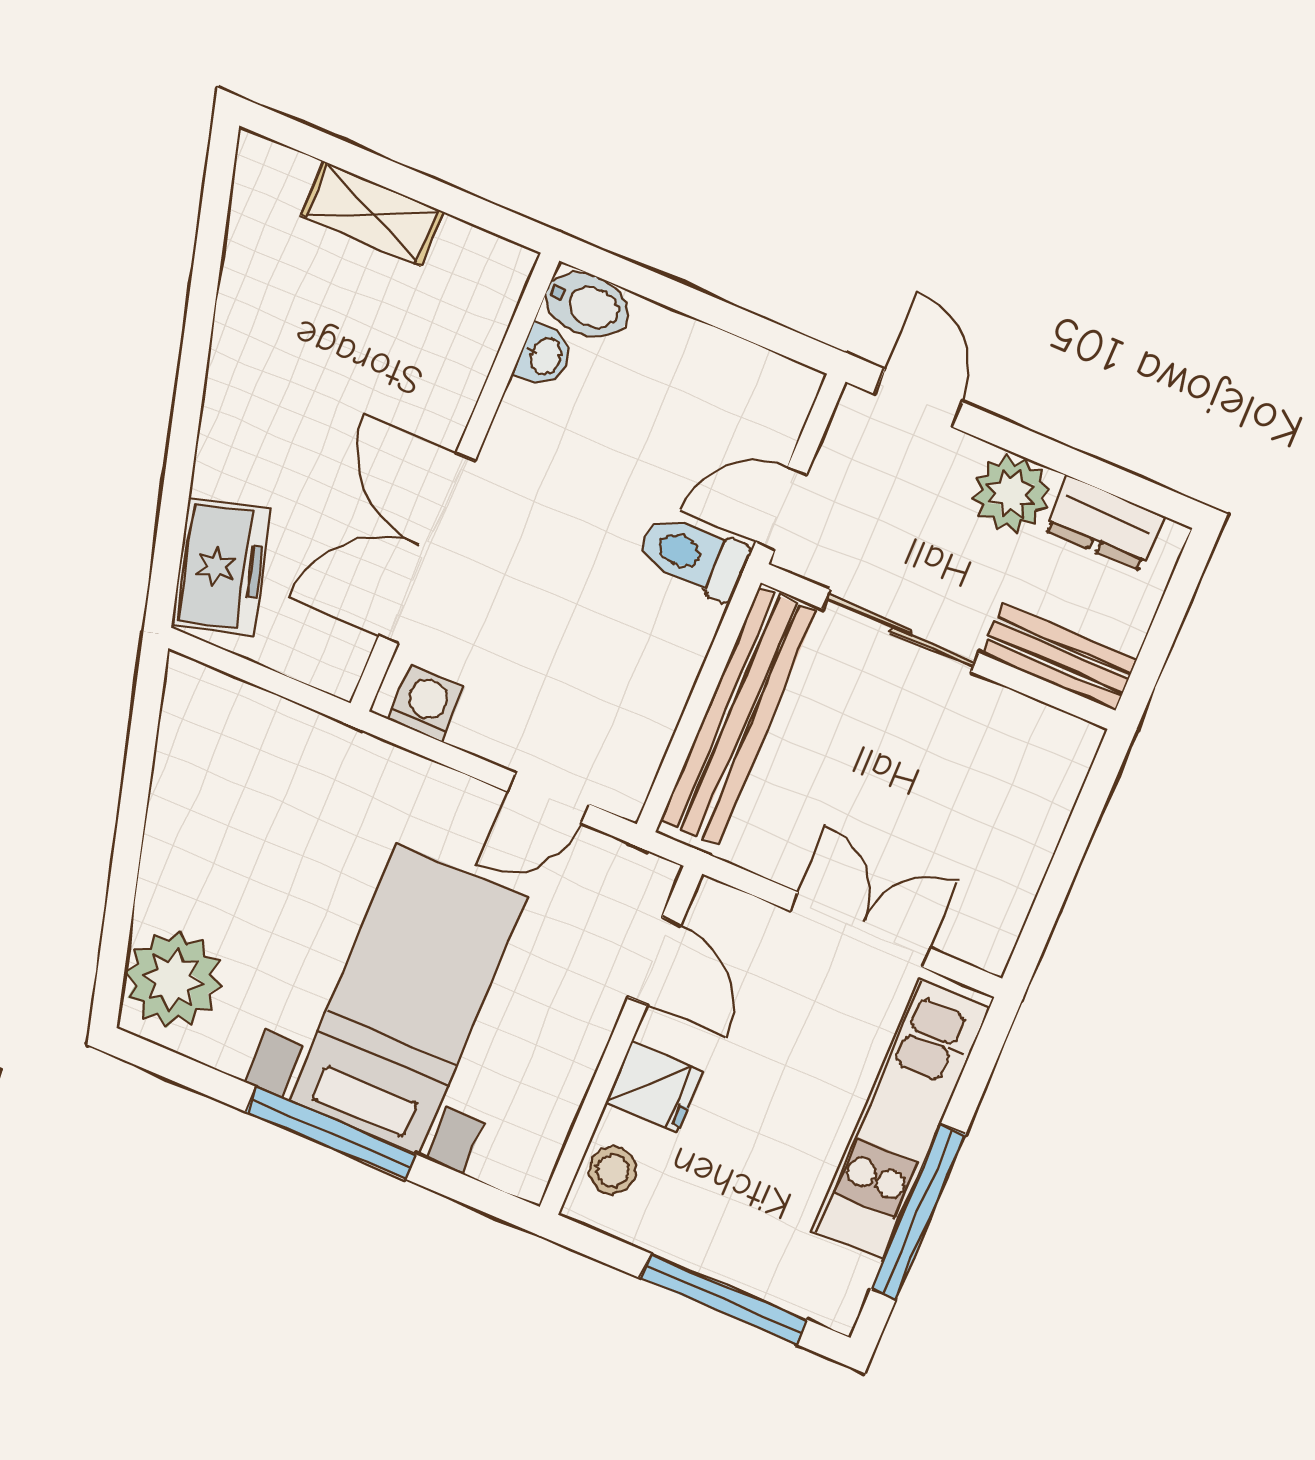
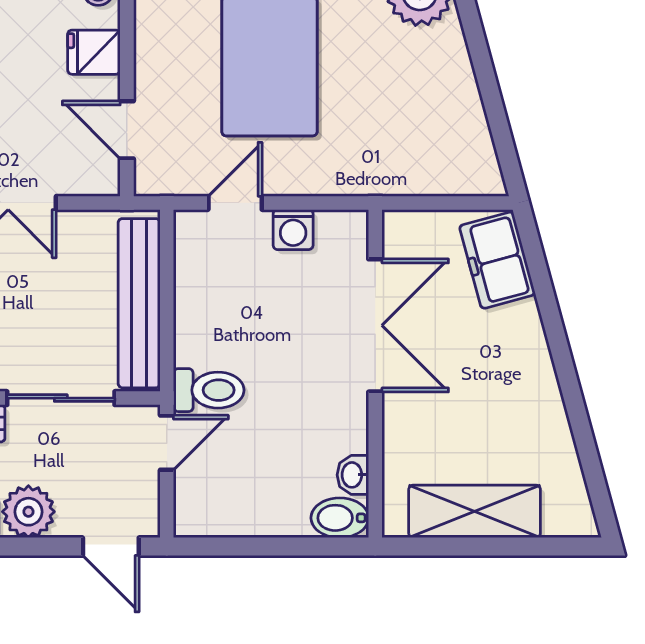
shelving: (372, 213) -> (475, 511), width x1.50, depth x1.33
washing machine: (426, 703) -> (293, 230), moved

